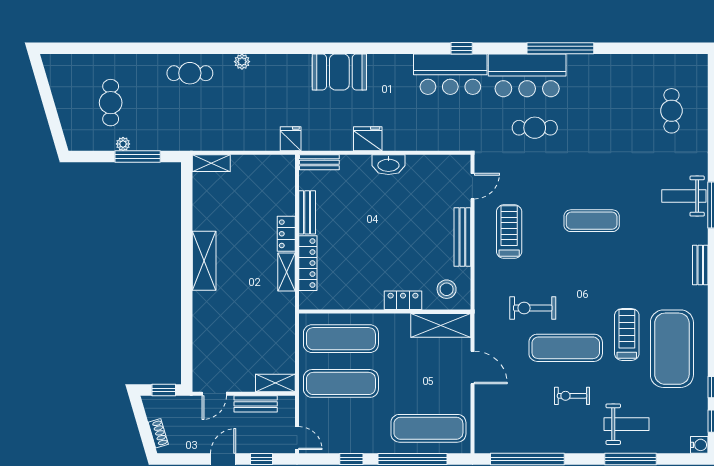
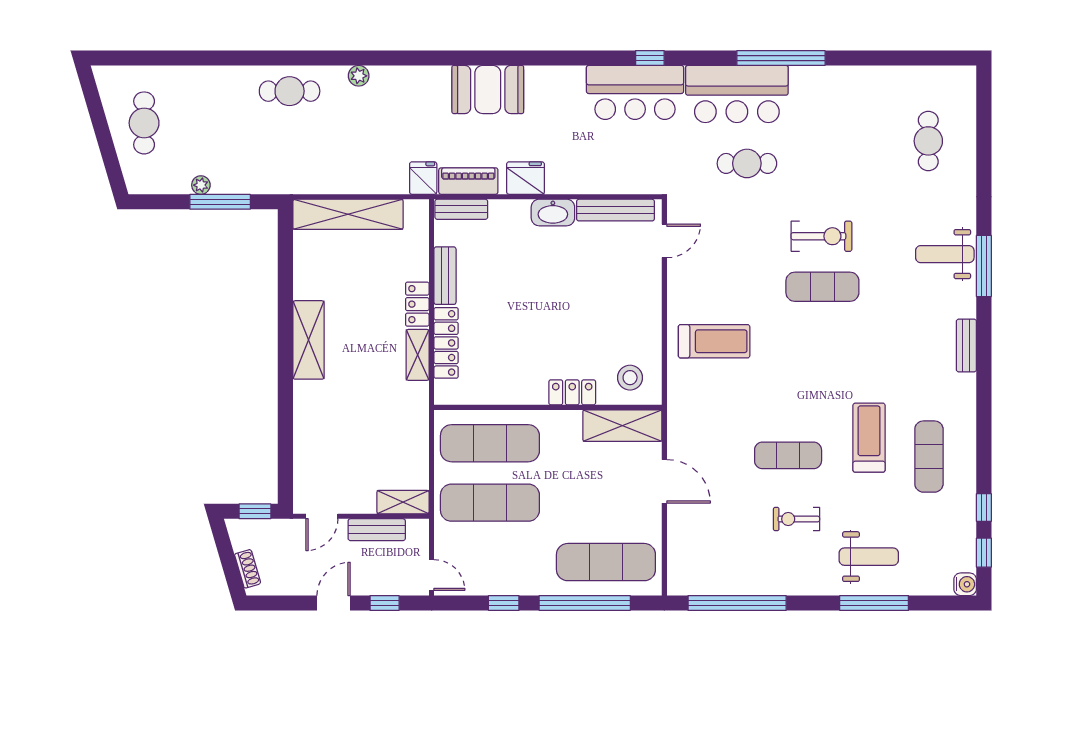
cafe table: (111, 103) -> (144, 123), moved
piano: (325, 141) -> (468, 181), added
shelving: (211, 163) -> (348, 214), width x2.20, depth x1.33
treadmill: (509, 232) -> (714, 341), moved, turned 90
bench: (462, 237) -> (615, 210), moved, turned 90
exercise bike: (533, 308) -> (821, 236), moved, turned 180
exercise mat: (566, 348) -> (788, 455), width x0.73, depth x0.69
exercise mat: (672, 349) -> (929, 457), width x0.50, depth x0.69

